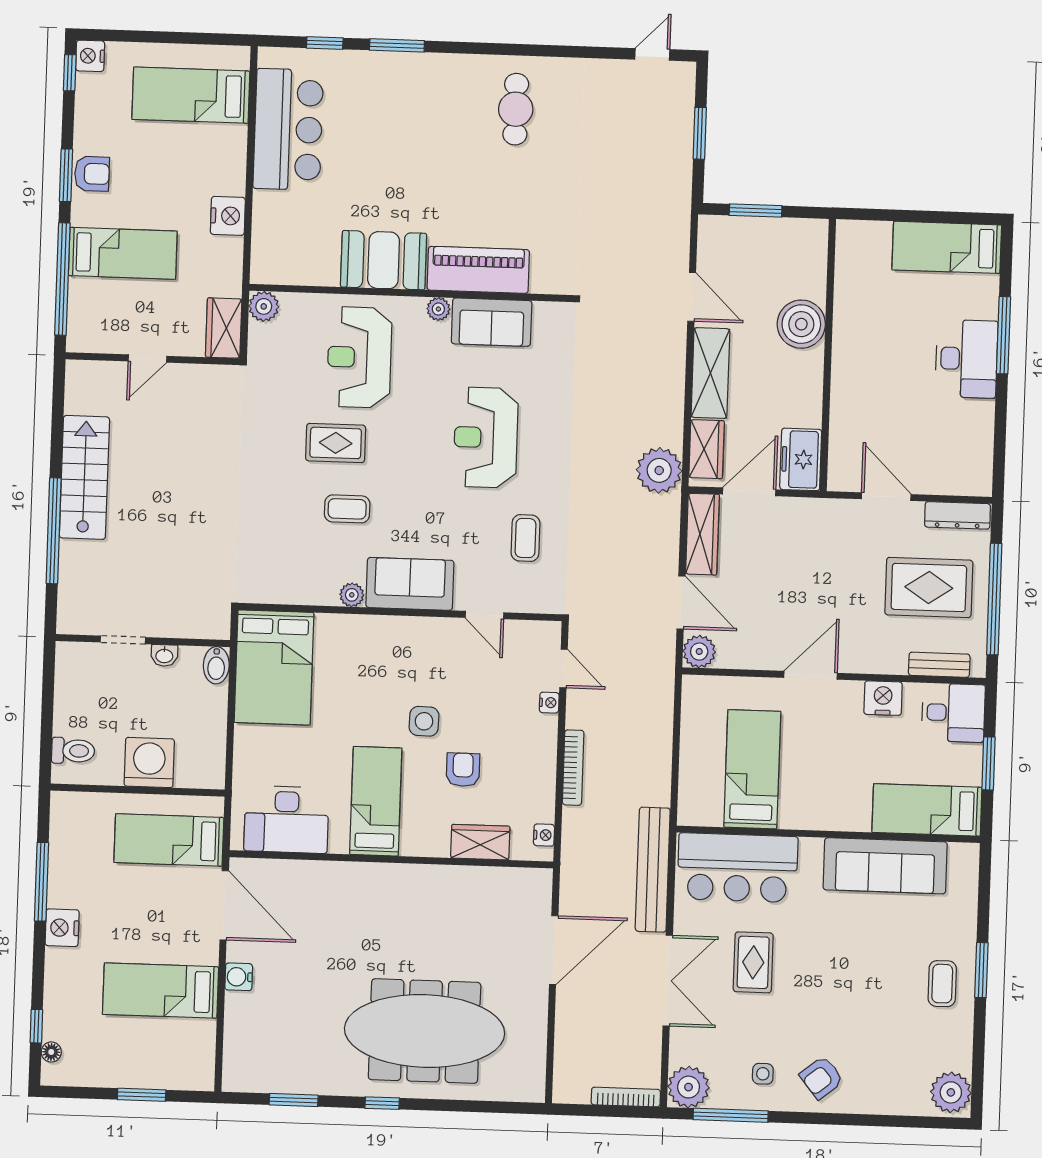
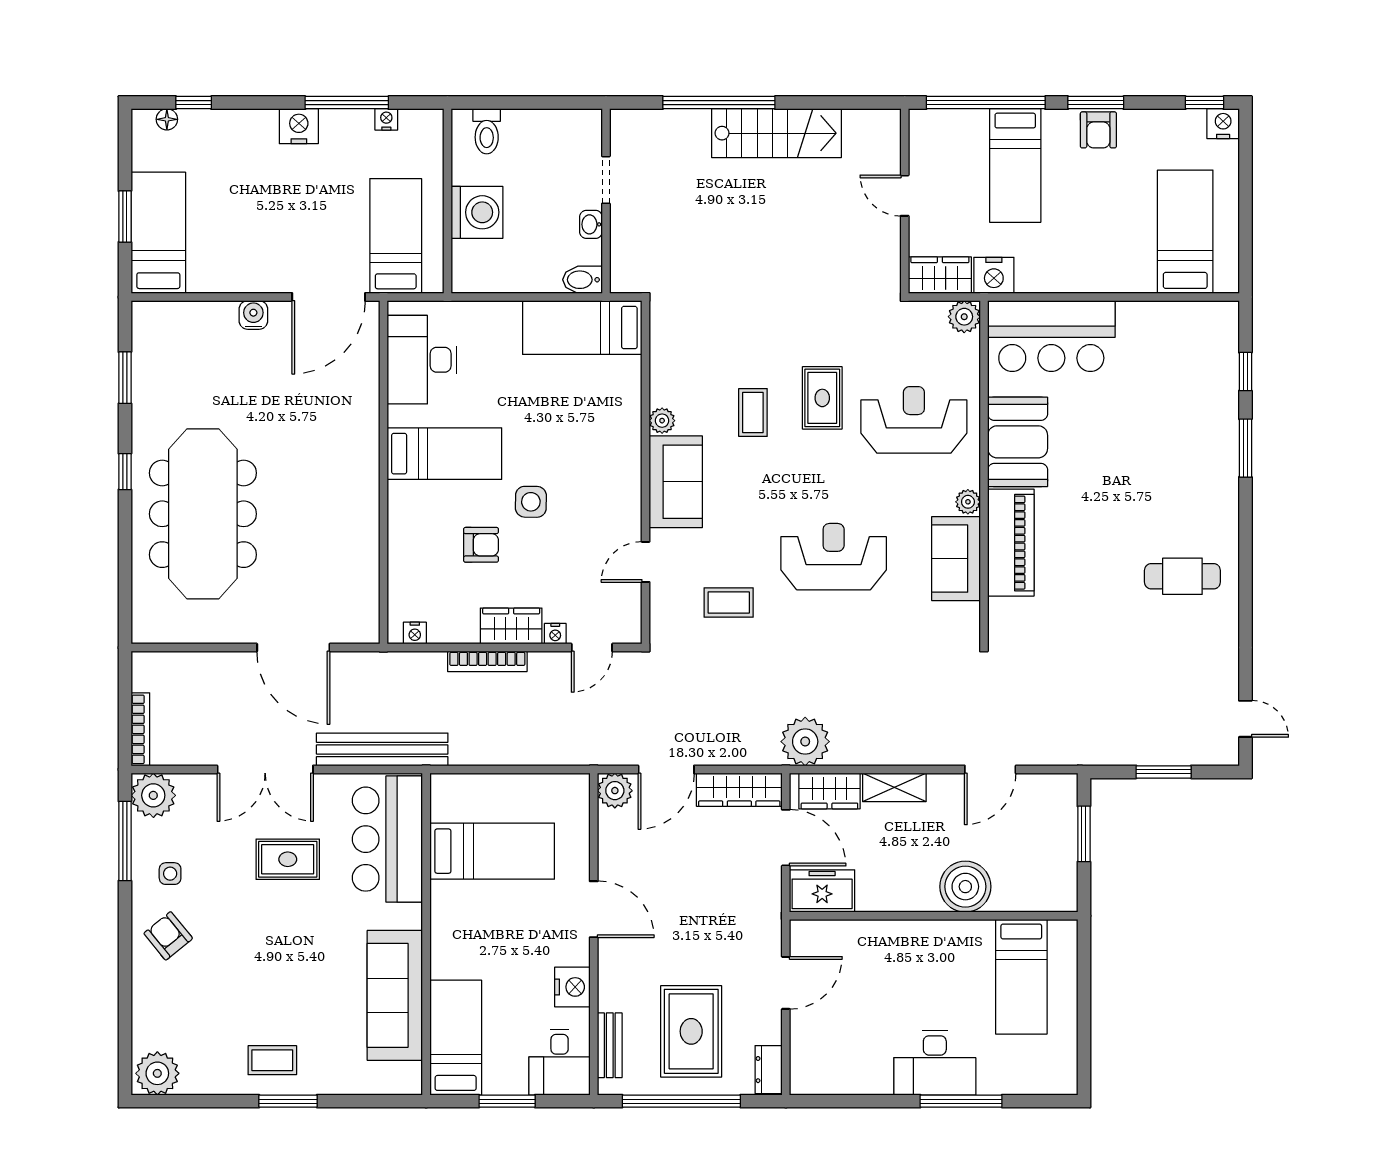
bar counter: (288, 129) -> (1051, 336), moved
nightstand: (228, 216) -> (994, 275), moved
bed: (947, 247) -> (1021, 977), moved, turned 180
shelving: (710, 373) -> (894, 787), width x0.67, depth x0.75
dresser: (957, 515) -> (769, 1070), width x0.70
bed: (274, 668) -> (582, 328), width x0.67
wardrobe: (480, 842) -> (511, 626), moved, turned -90
nightstand: (59, 845) -> (386, 119), added
bed: (161, 991) -> (158, 233), moved

